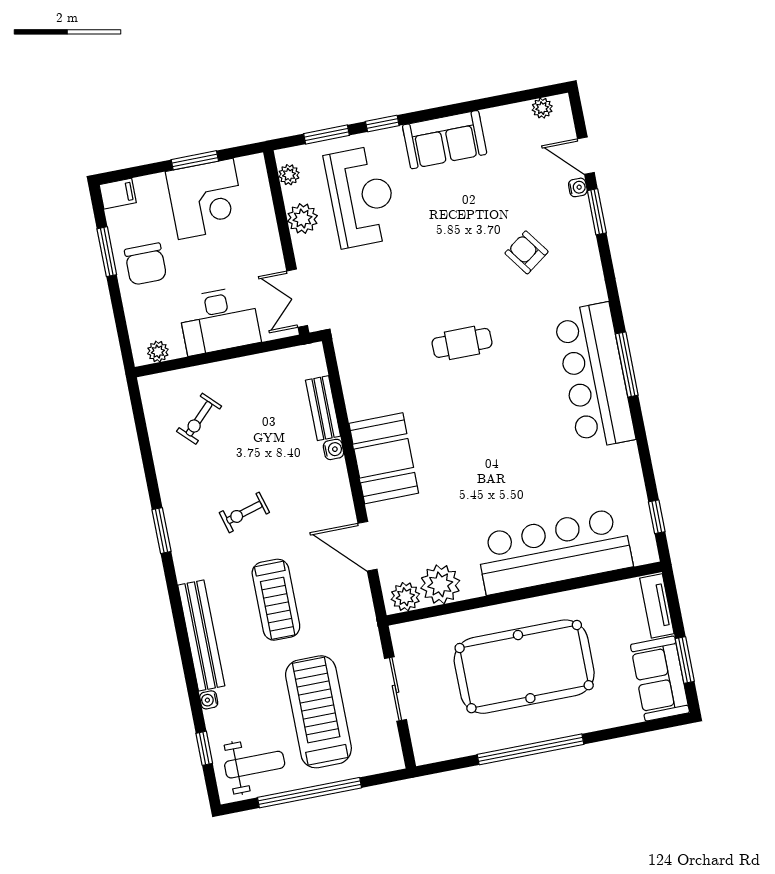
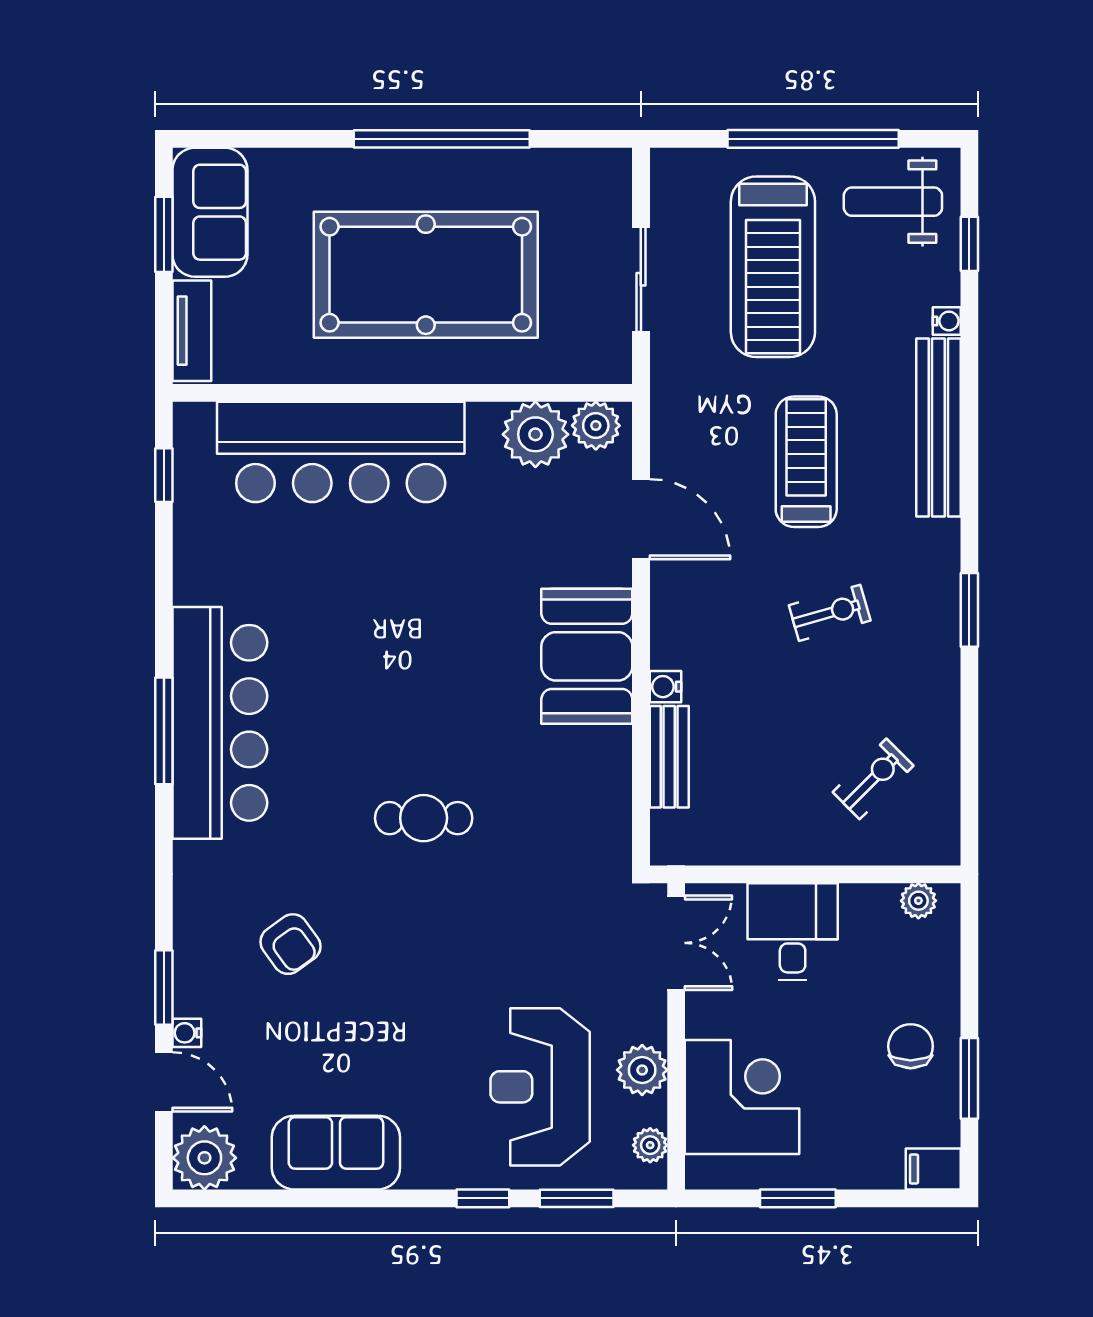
plant: (542, 108) -> (204, 1158), width x1.88, depth x1.88
sofa: (445, 140) -> (336, 1153), moved
corner desk: (206, 199) -> (742, 1097), moved, turned 90
chair: (146, 264) -> (911, 1046), width x0.73, depth x0.73
desk: (219, 320) -> (793, 932), width x0.73

